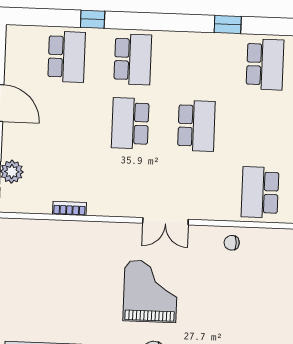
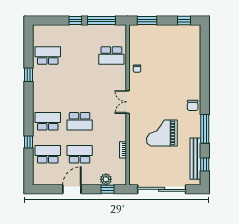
school desk: (196, 126) -> (80, 154), moved
double door: (165, 221) -> (128, 102), swing flipped
grand piano: (150, 291) -> (162, 133), moved

